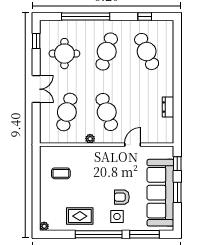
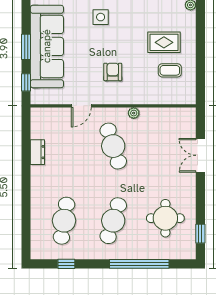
cafe table: (147, 52) -> (64, 221), turned 33
double door: (36, 89) -> (200, 155), moved
cafe table: (67, 112) -> (162, 146), removed
armchair: (122, 197) -> (113, 72), moved, turned -90
rug: (80, 216) -> (164, 42), moved

